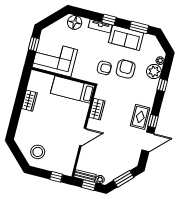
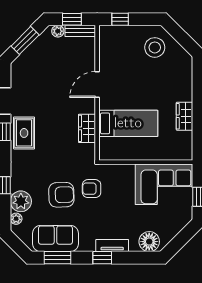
sofa: (126, 38) -> (55, 239), moved
armchair: (126, 69) -> (61, 195), turned -92
bed: (72, 90) -> (128, 123), moved

